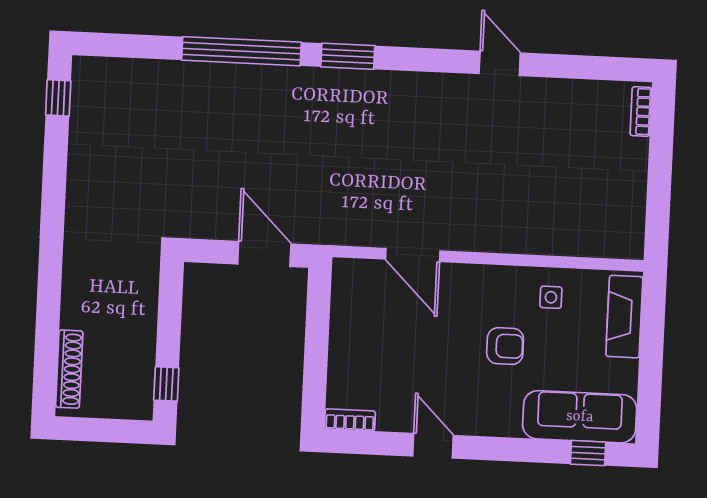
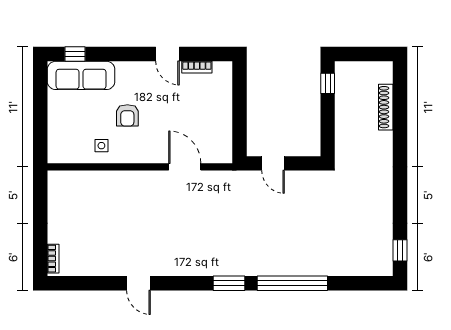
door: (264, 254) -> (273, 163), width x0.73
fireplace: (624, 317) -> (57, 136), removed
armchair: (505, 346) -> (127, 115), turned -90
shoe rack: (69, 369) -> (386, 107), moved
bookcase: (350, 420) -> (197, 67), moved

